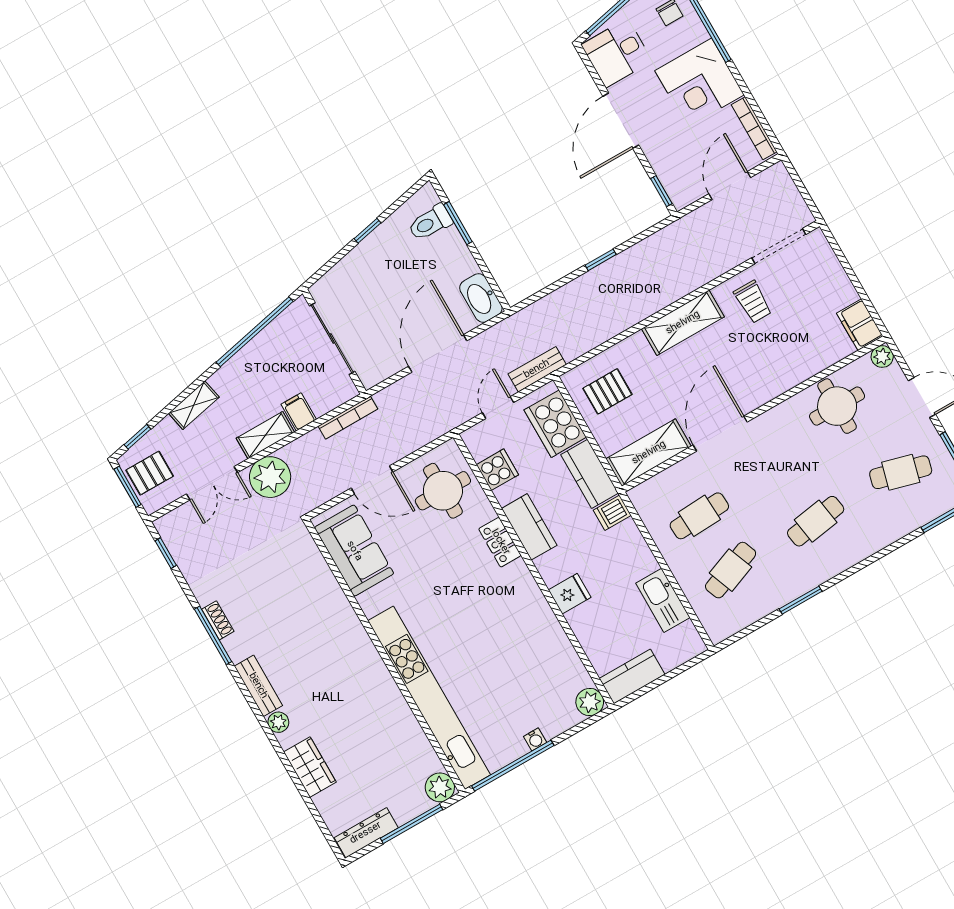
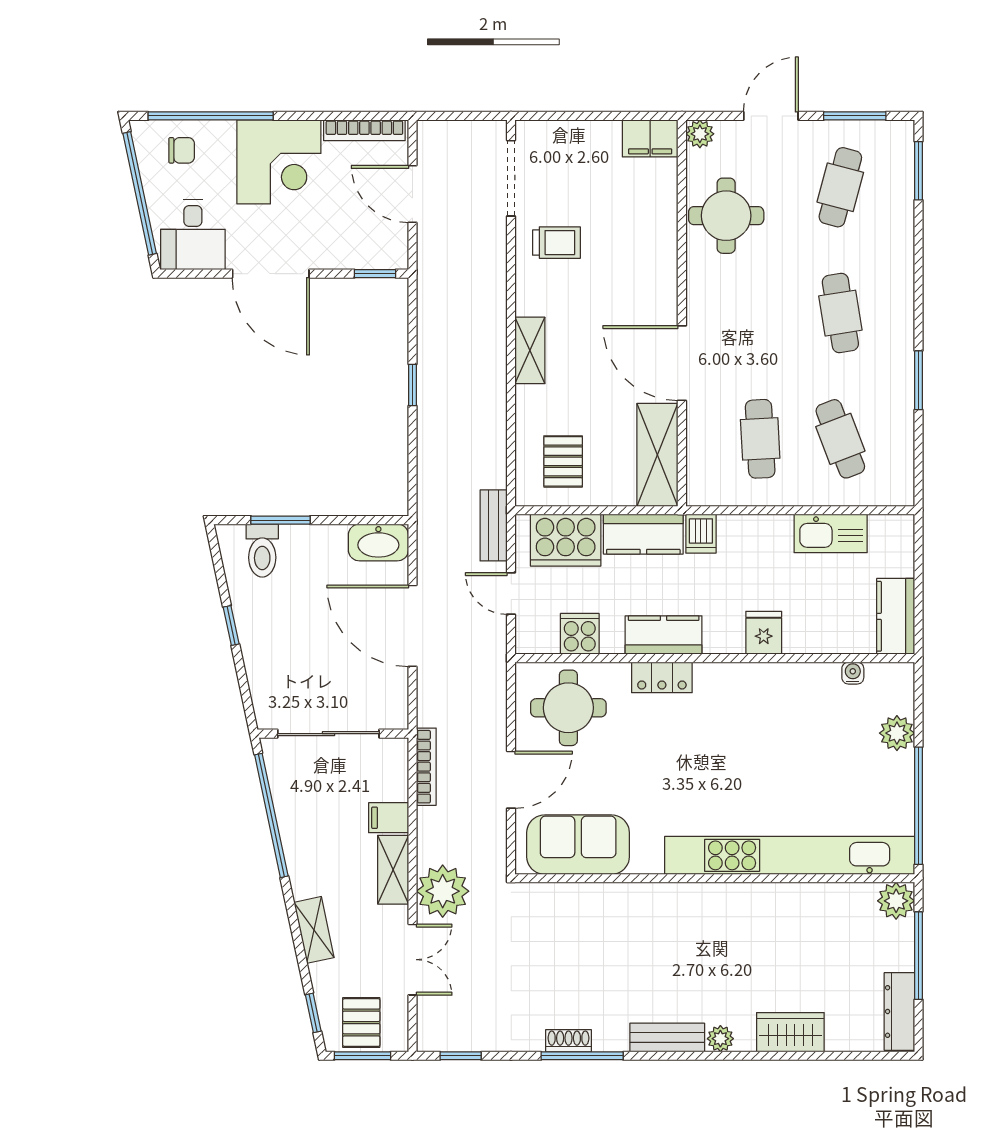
shelving: (683, 323) -> (530, 350), width x0.67, depth x0.75
plant: (590, 702) -> (897, 733), moved
water cooler: (535, 739) -> (853, 673), moved, turned -90

